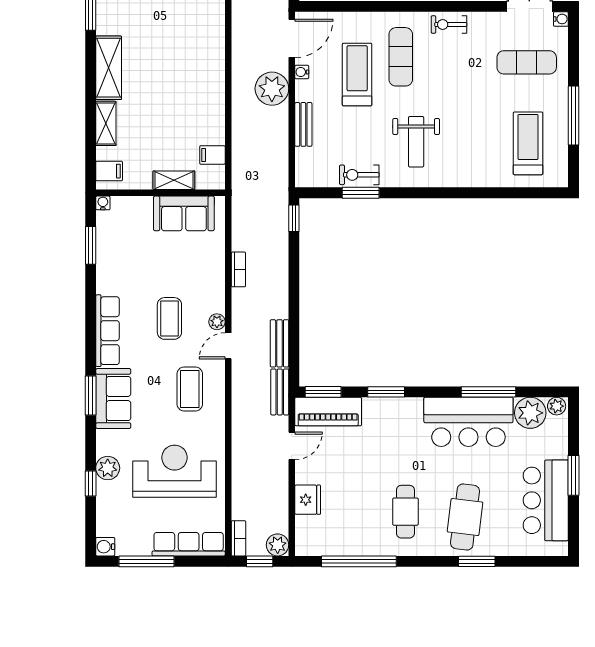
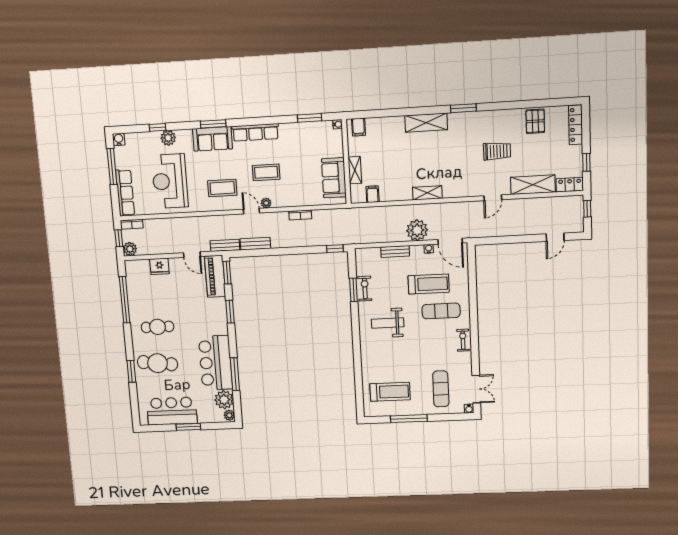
shelving: (106, 123) -> (427, 193), moved
reception desk: (175, 471) -> (170, 181), turned 180

